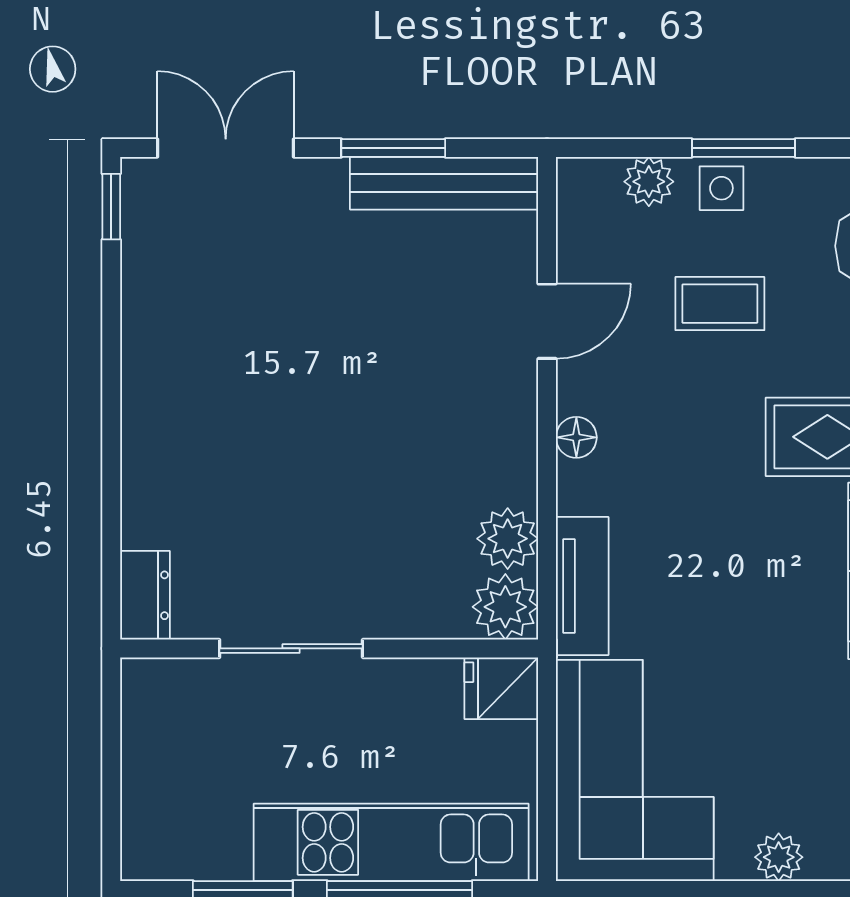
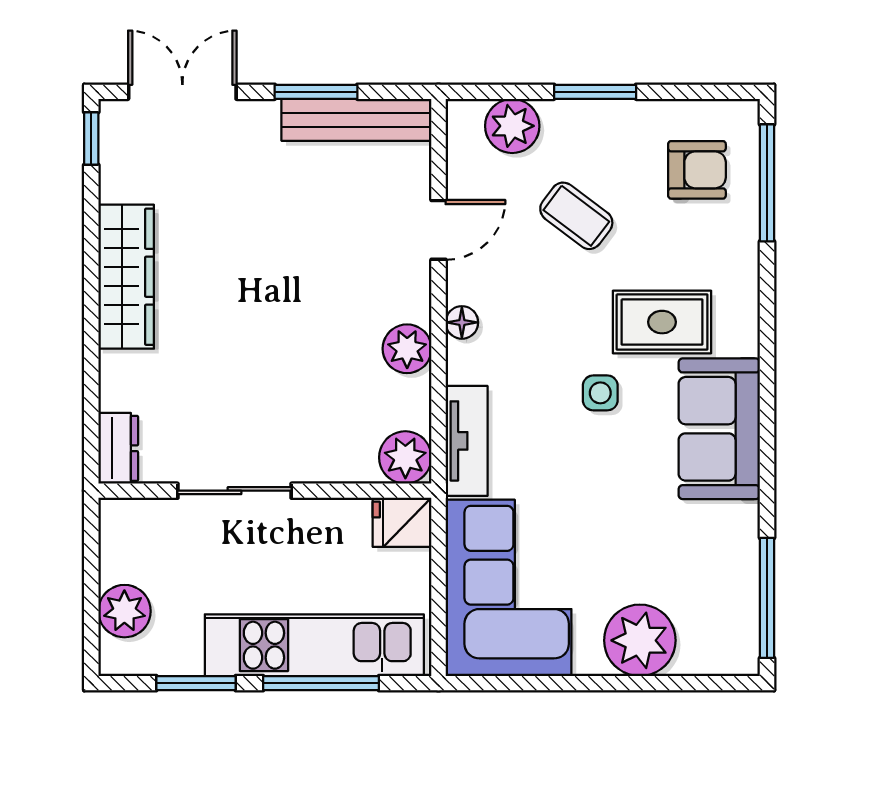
plant: (649, 182) -> (512, 126), width x1.38, depth x1.38
side table: (721, 188) -> (600, 393), moved
coffee table: (720, 304) -> (576, 216), turned 37
wardrobe: (155, 380) -> (126, 277), added
plant: (508, 539) -> (407, 349), moved
plant: (153, 800) -> (124, 611), added
plant: (779, 857) -> (640, 640), width x1.88, depth x1.88

